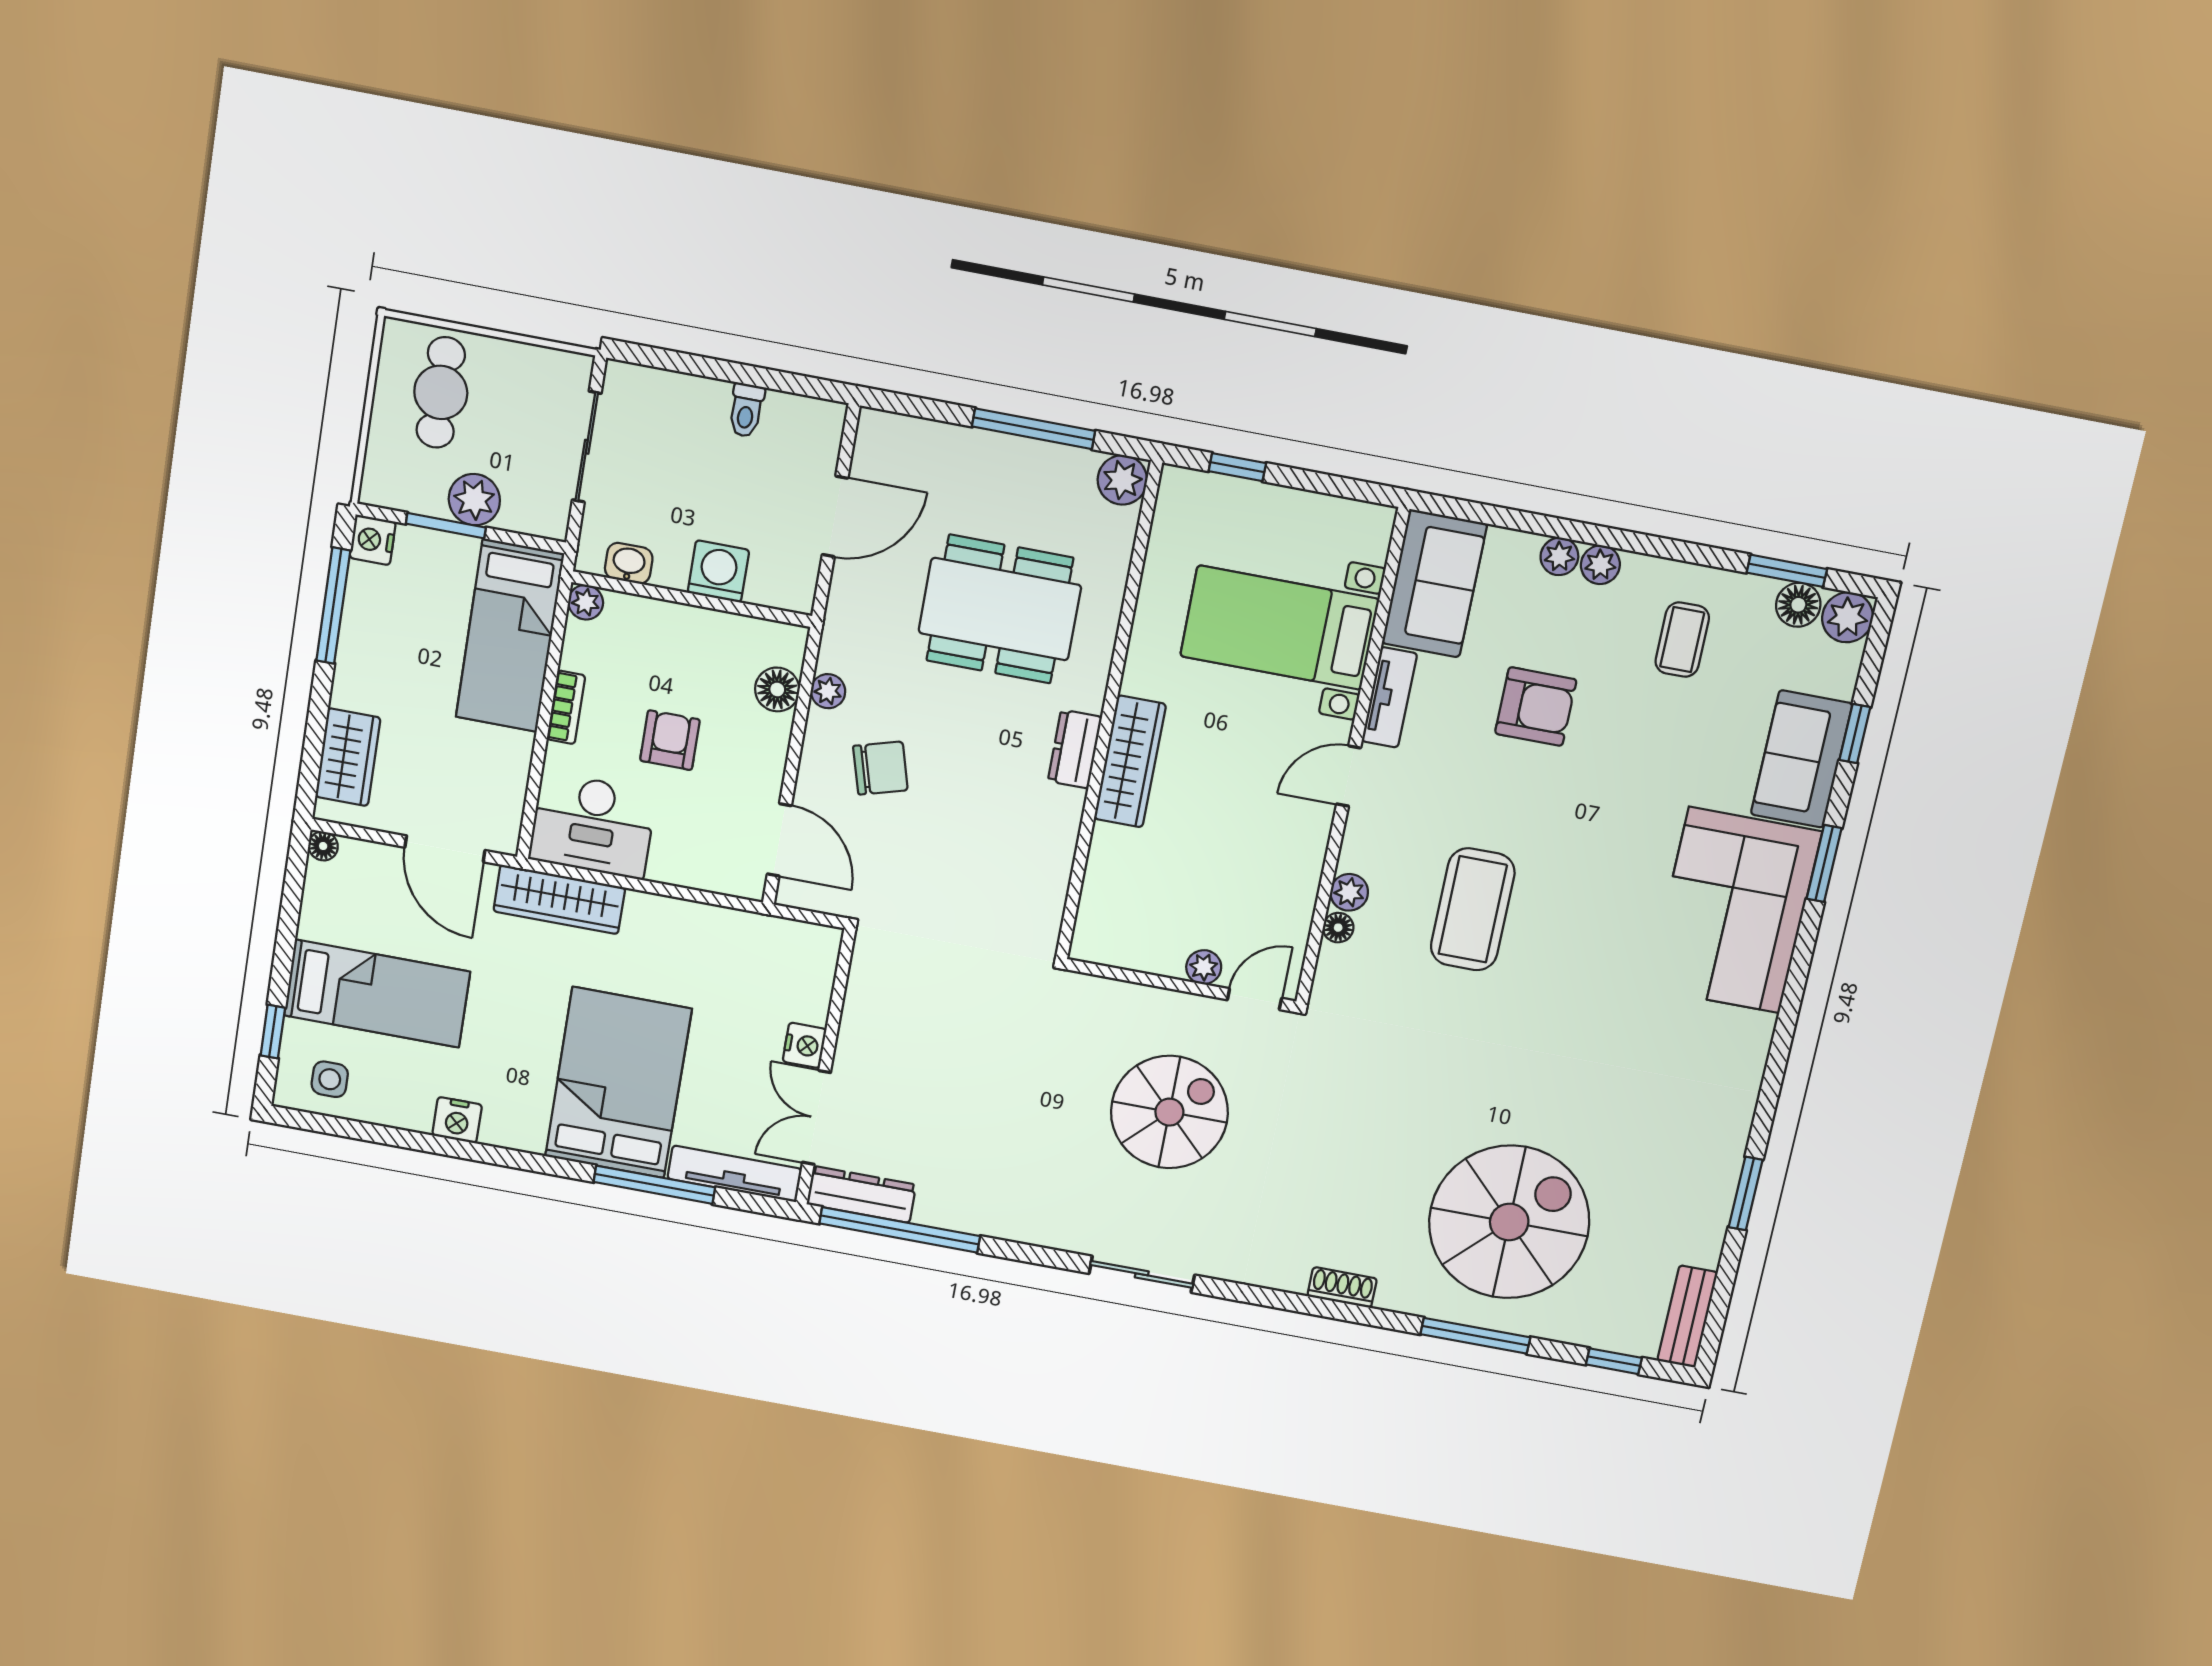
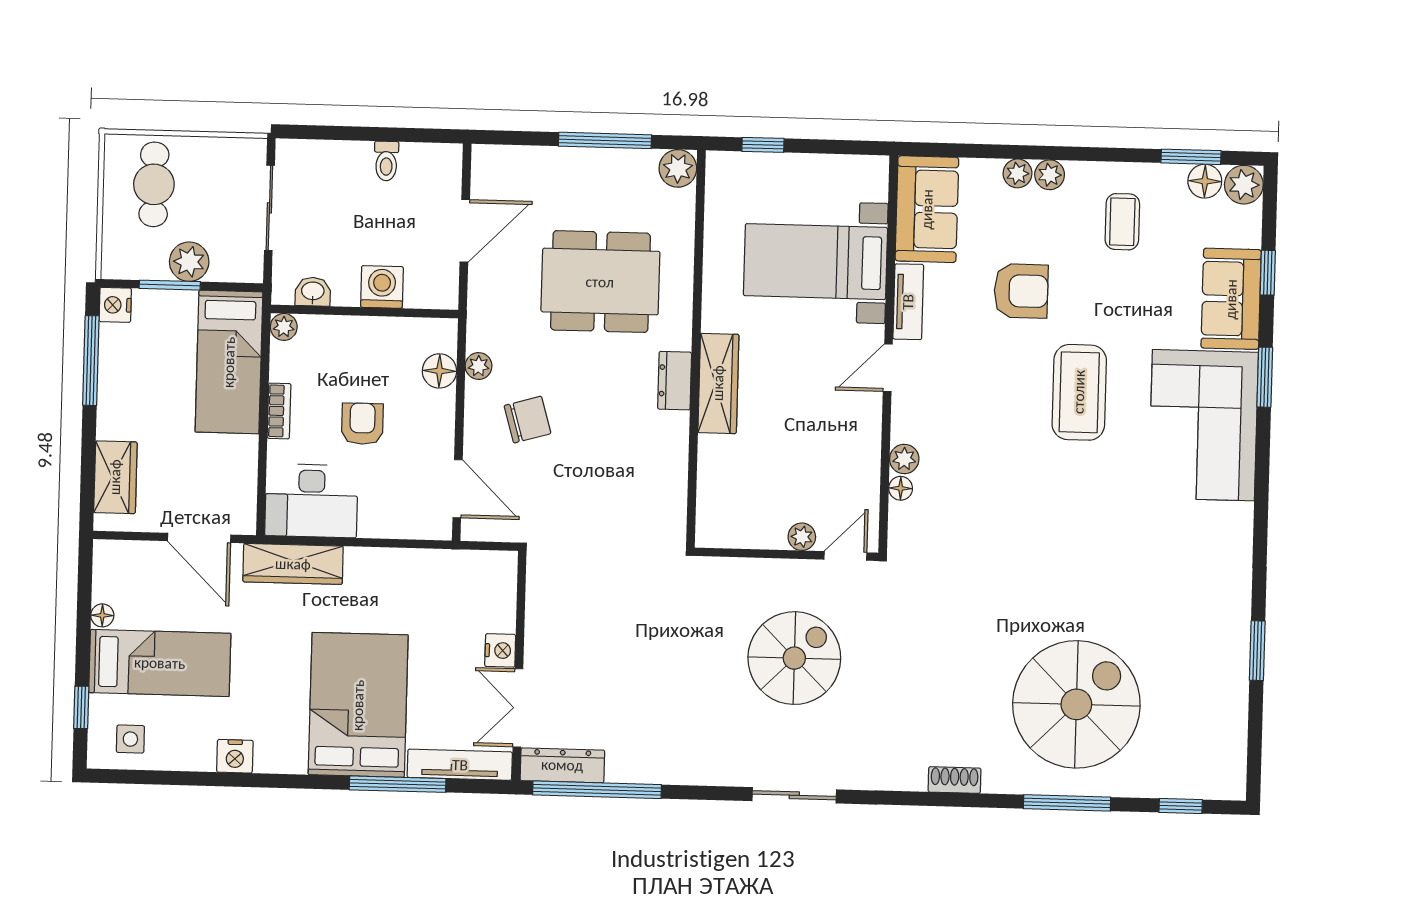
floor lamp: (323, 846) -> (102, 615), moved
coffee table: (1473, 909) -> (1079, 392), moved
bench: (1687, 1317) -> (1231, 759), removed

